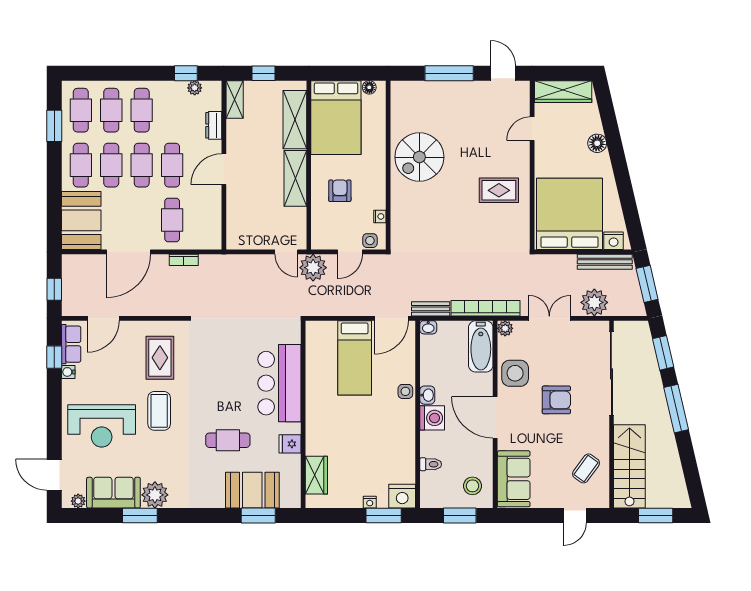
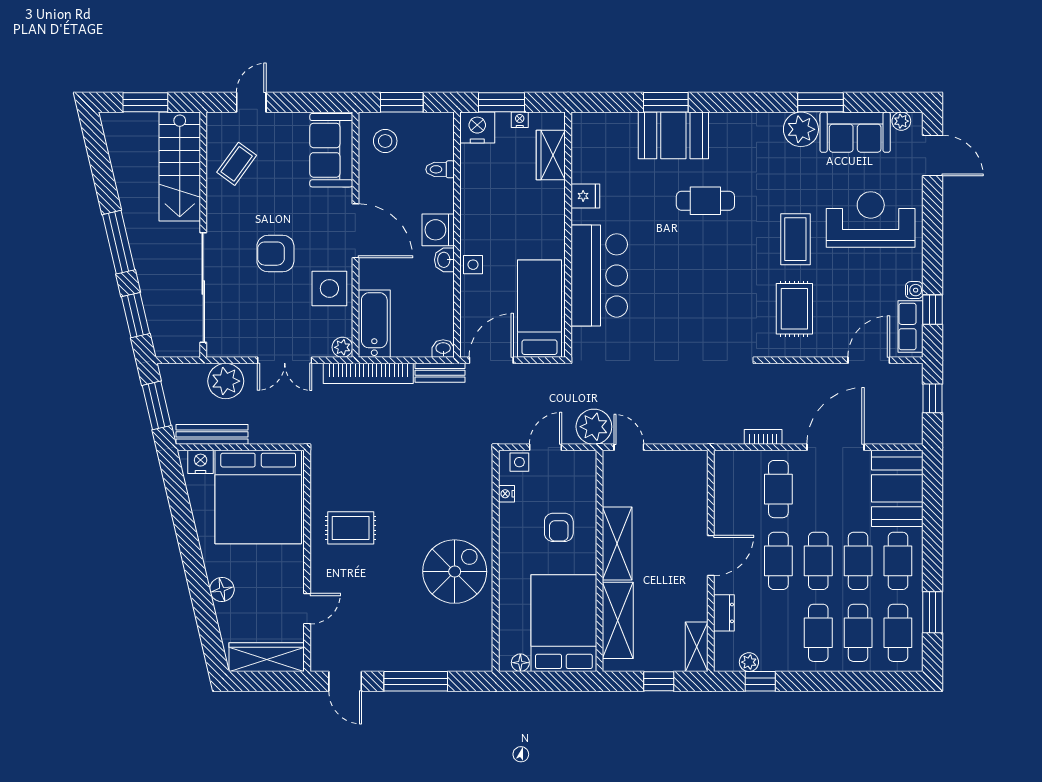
bar counter: (279, 383) -> (599, 275), moved
wall: (303, 414) -> (568, 235), moved
fridge: (290, 444) -> (585, 196), moved
wardrobe: (316, 475) -> (551, 155), moved

